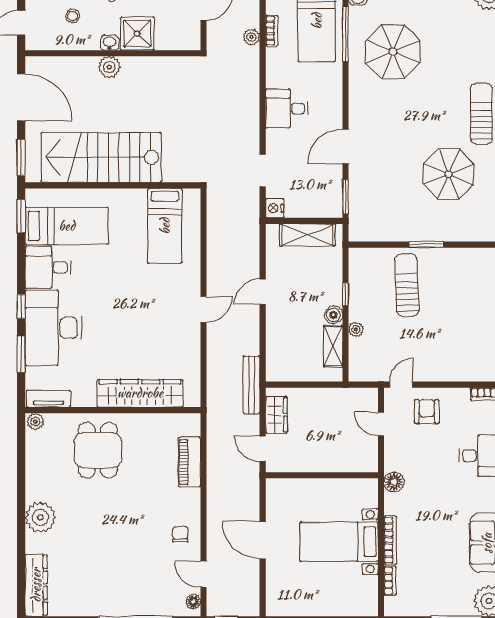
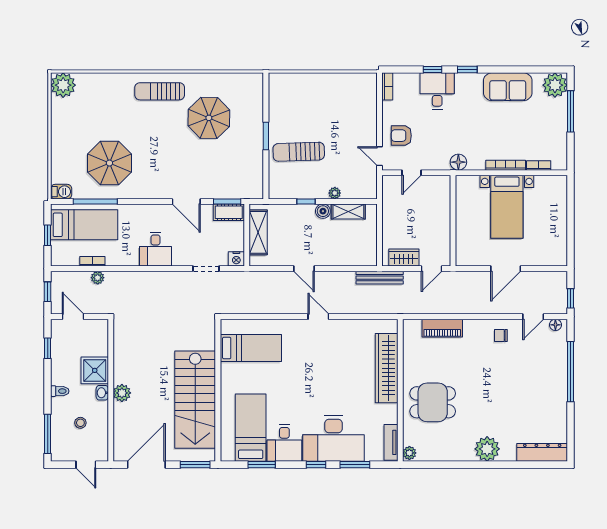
cot: (332, 199) -> (229, 212), added
window: (21, 216) -> (262, 465), moved

